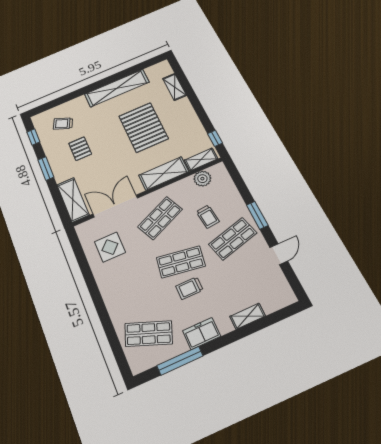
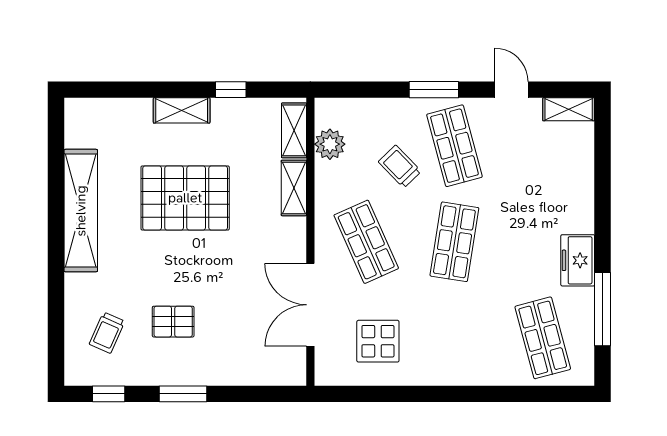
shelving: (174, 87) -> (182, 110), moved
window: (215, 138) -> (231, 90), moved
shelving: (164, 173) -> (294, 188), width x0.67, depth x0.75
shelving: (73, 200) -> (265, 369), removed
trolley: (208, 217) -> (400, 166), turned -128
trolley: (189, 288) -> (502, 247), removed
shelving: (248, 316) -> (569, 109), moved, turned 90
shop shelf: (149, 334) -> (543, 338), turned -36

